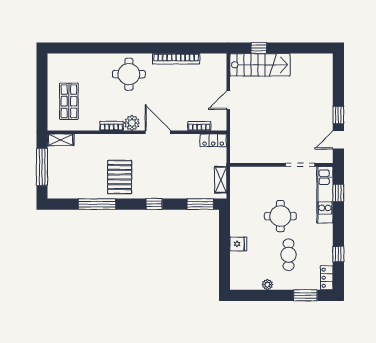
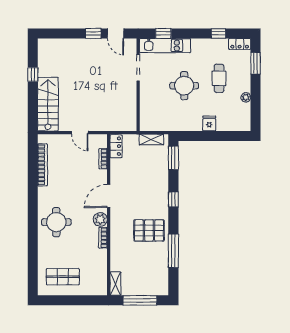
window: (259, 48) -> (33, 75), moved
bookcase: (176, 59) -> (43, 165), moved
shop shelf: (69, 101) -> (63, 277), moved
cafe table: (289, 255) -> (219, 78), turned 90

